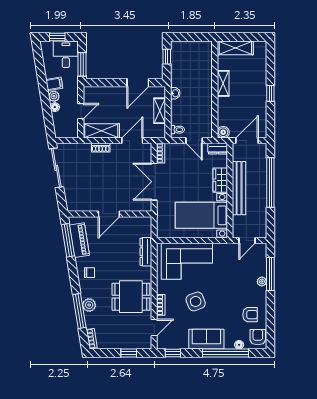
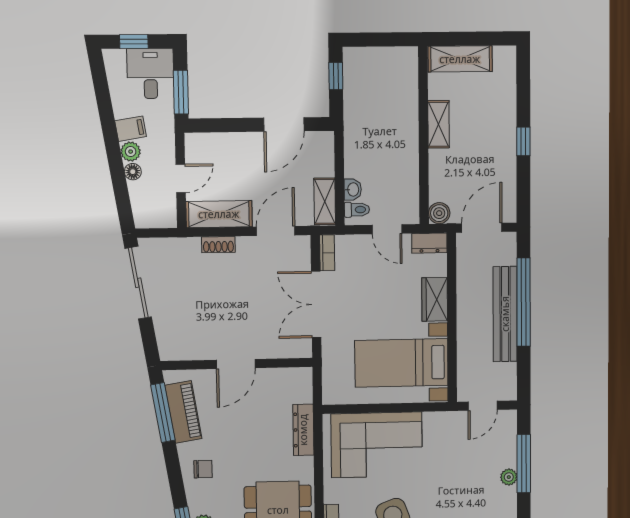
washbasin: (175, 93) -> (353, 189), moved
shelving: (160, 111) -> (325, 201), moved
bench: (239, 188) -> (505, 314), moved

